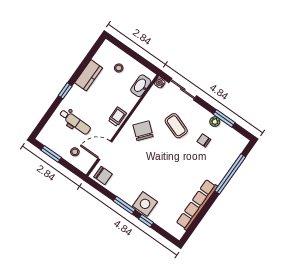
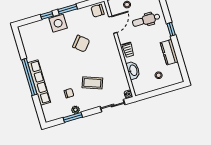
washbasin: (141, 86) -> (133, 70), moved
chair: (143, 131) -> (81, 44), moved
window: (230, 174) -> (29, 77), moved
row of seats: (197, 205) -> (39, 83), moved

